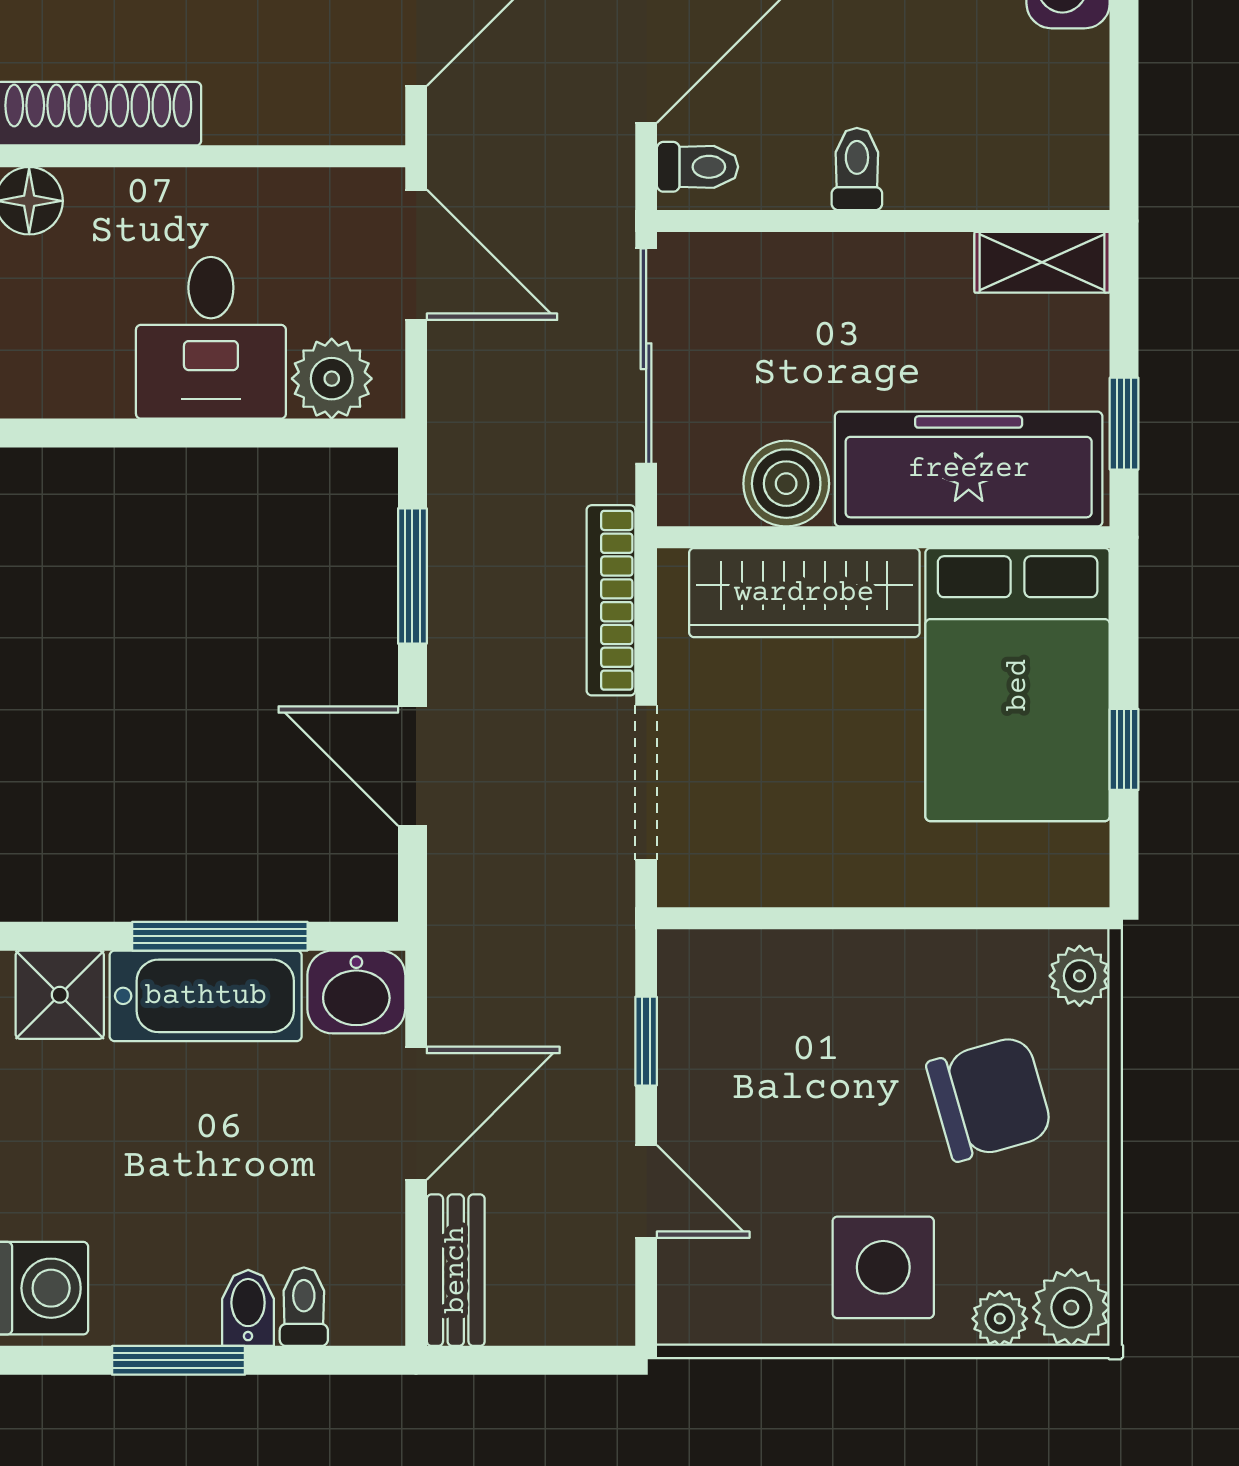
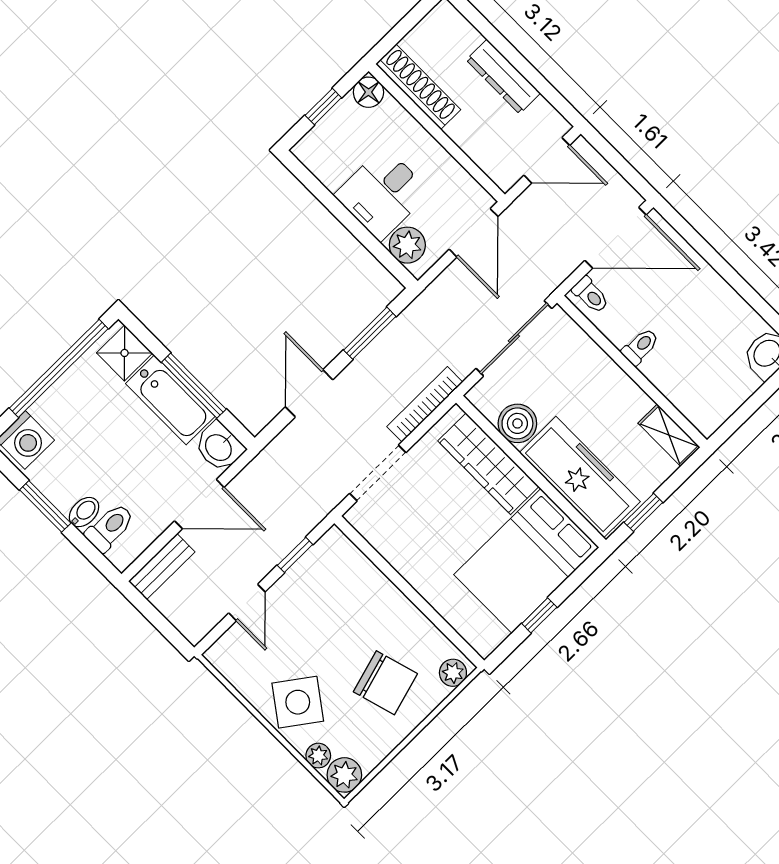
side table: (883, 1267) -> (298, 702), turned 36
toilet: (304, 1307) -> (110, 528), width x1.37, depth x1.39

